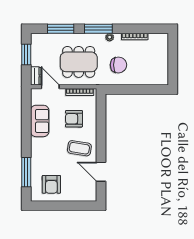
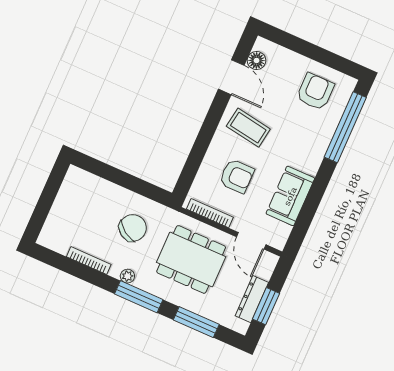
chair: (118, 65) -> (133, 228), turned 124
dresser: (36, 76) -> (252, 299), moved, width x1.44
window: (26, 172) -> (345, 127), width x1.46
floor lamp: (91, 187) -> (257, 60), added

